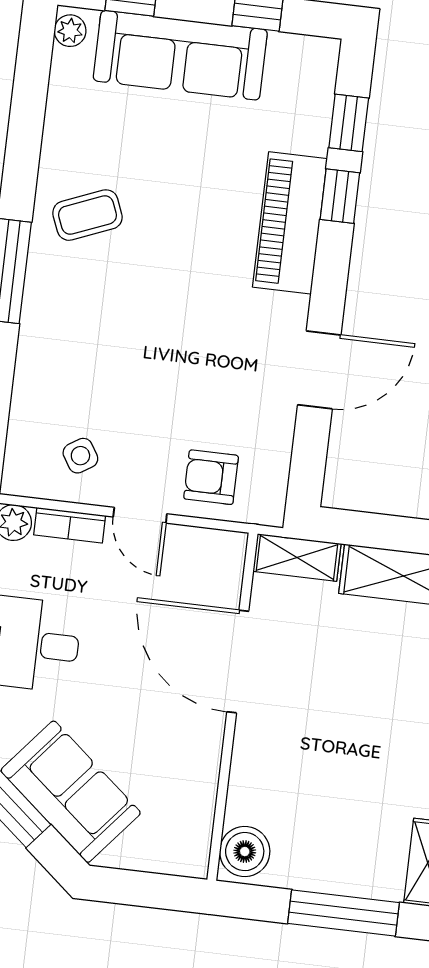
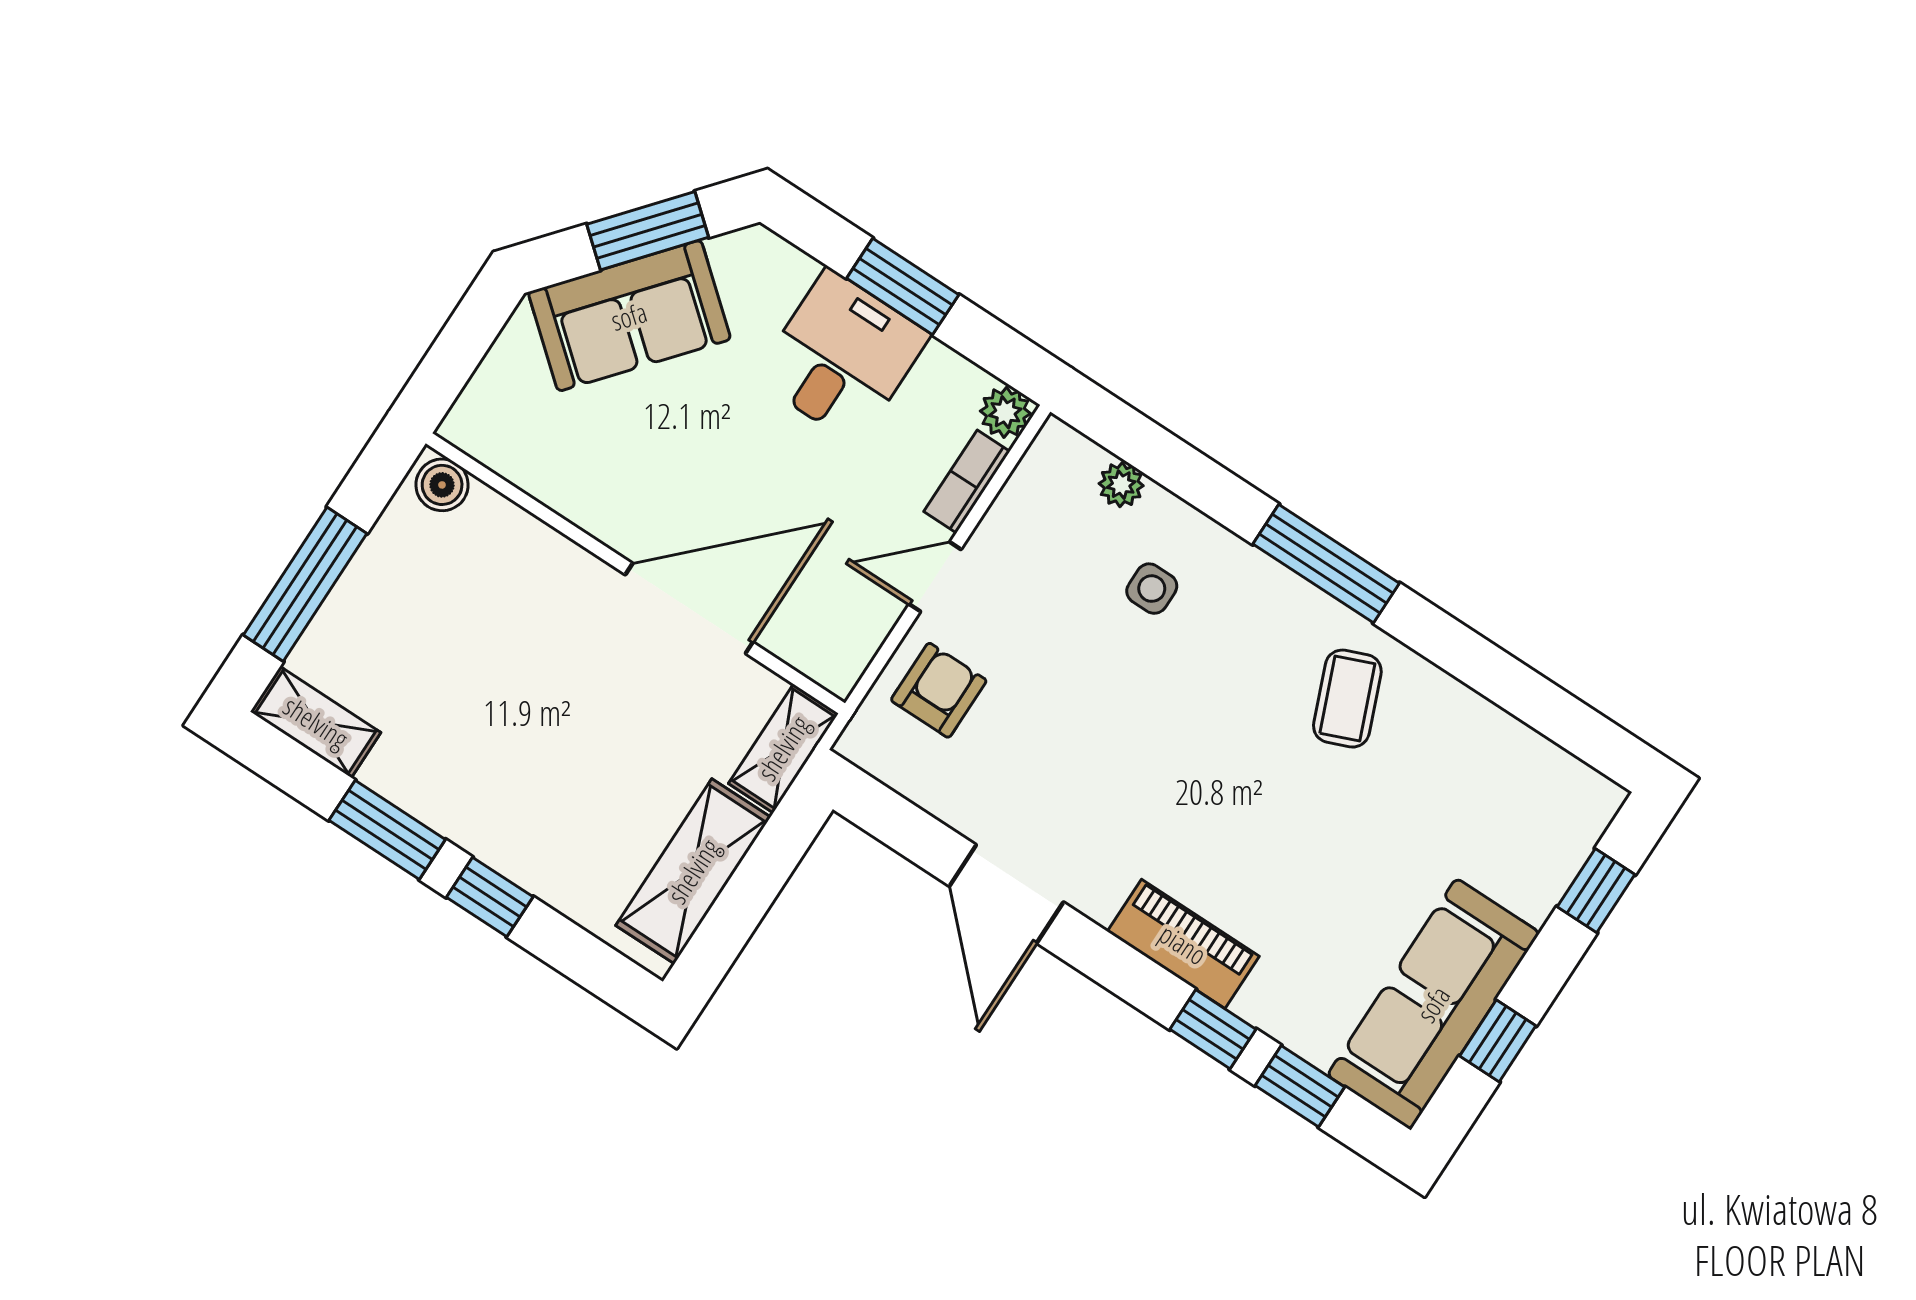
plant: (70, 31) -> (1121, 485), moved
sofa: (180, 55) -> (1433, 1004), moved
piano: (290, 223) -> (1183, 944), width x0.73, depth x0.75
side table: (80, 456) -> (1152, 589), moved, turned 32
boiler: (245, 852) -> (442, 485), width x0.73, depth x0.73

